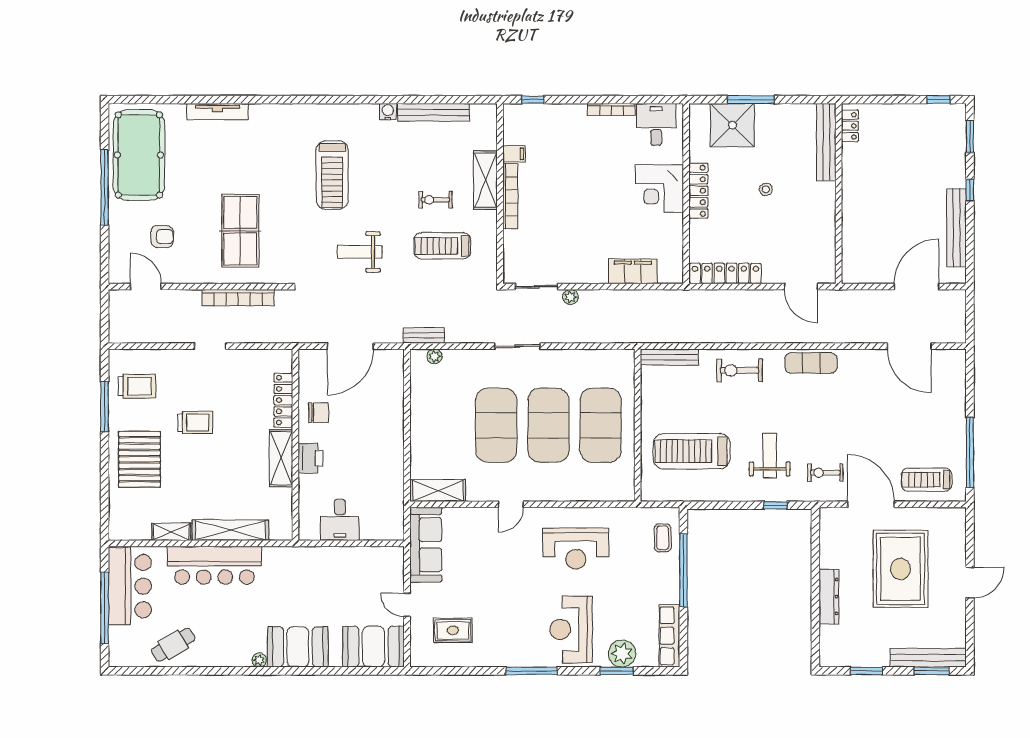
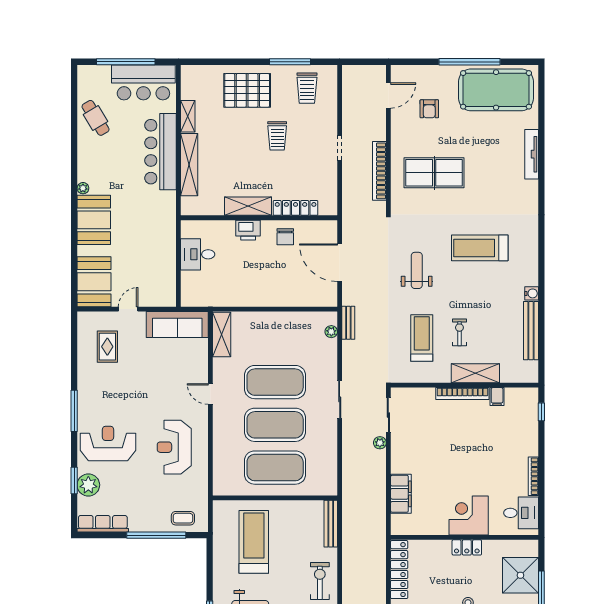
locker: (698, 191) -> (467, 547), width x0.66

